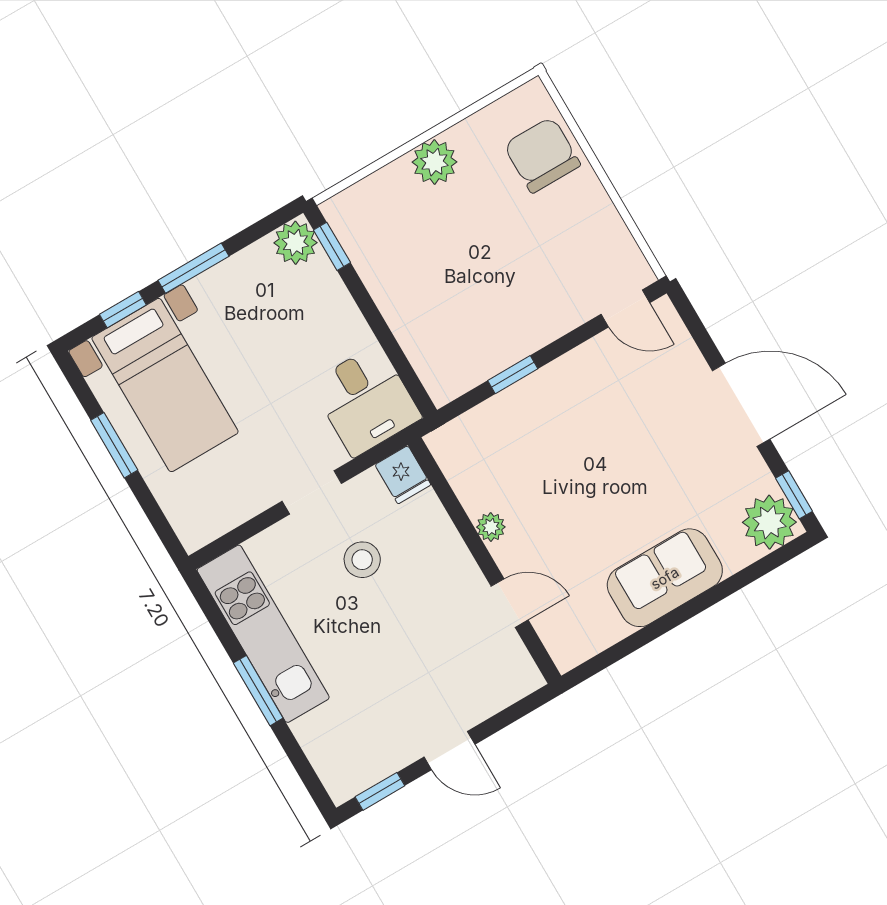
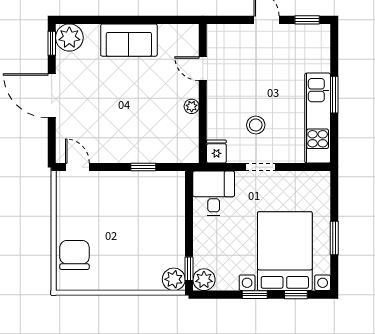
chair: (542, 155) -> (74, 255), turned 180
plant: (434, 162) -> (174, 279), moved
window: (193, 268) -> (255, 295), width x0.67
bed with nightstands: (165, 385) -> (285, 251), width x1.36

